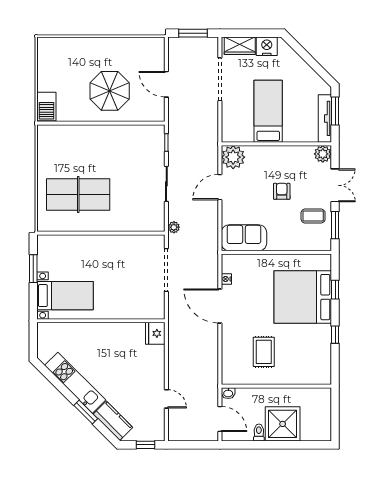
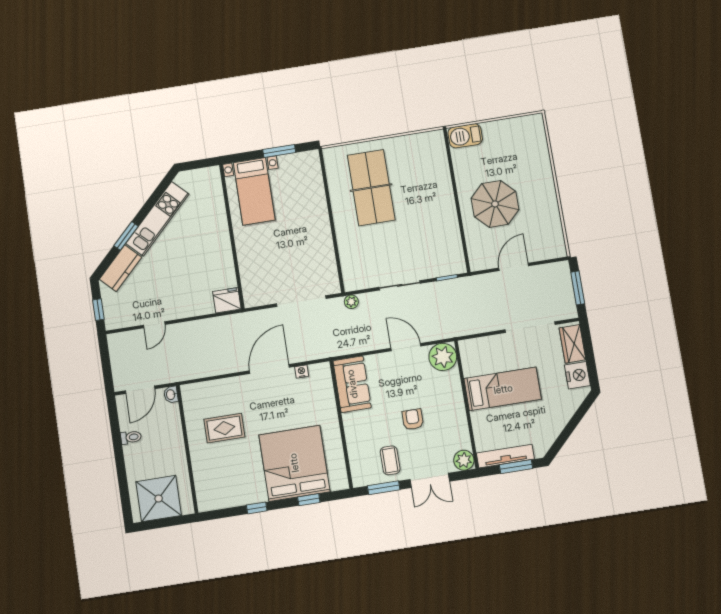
armchair: (282, 191) -> (413, 419), turned -90
shower: (283, 424) -> (159, 499), moved

